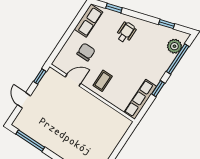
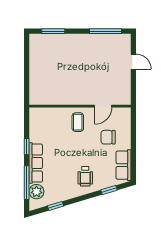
chair: (86, 52) -> (108, 137), turned 90
window: (40, 77) -> (133, 91), removed
row of seats: (140, 99) -> (36, 163), moved

